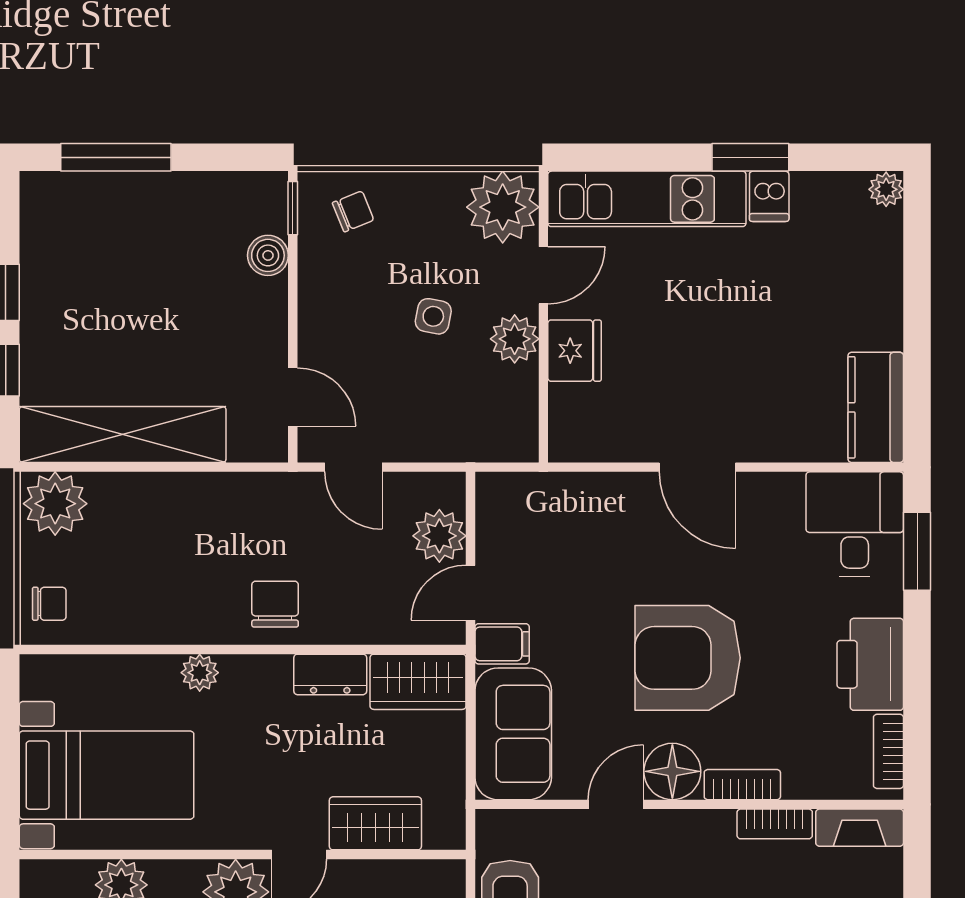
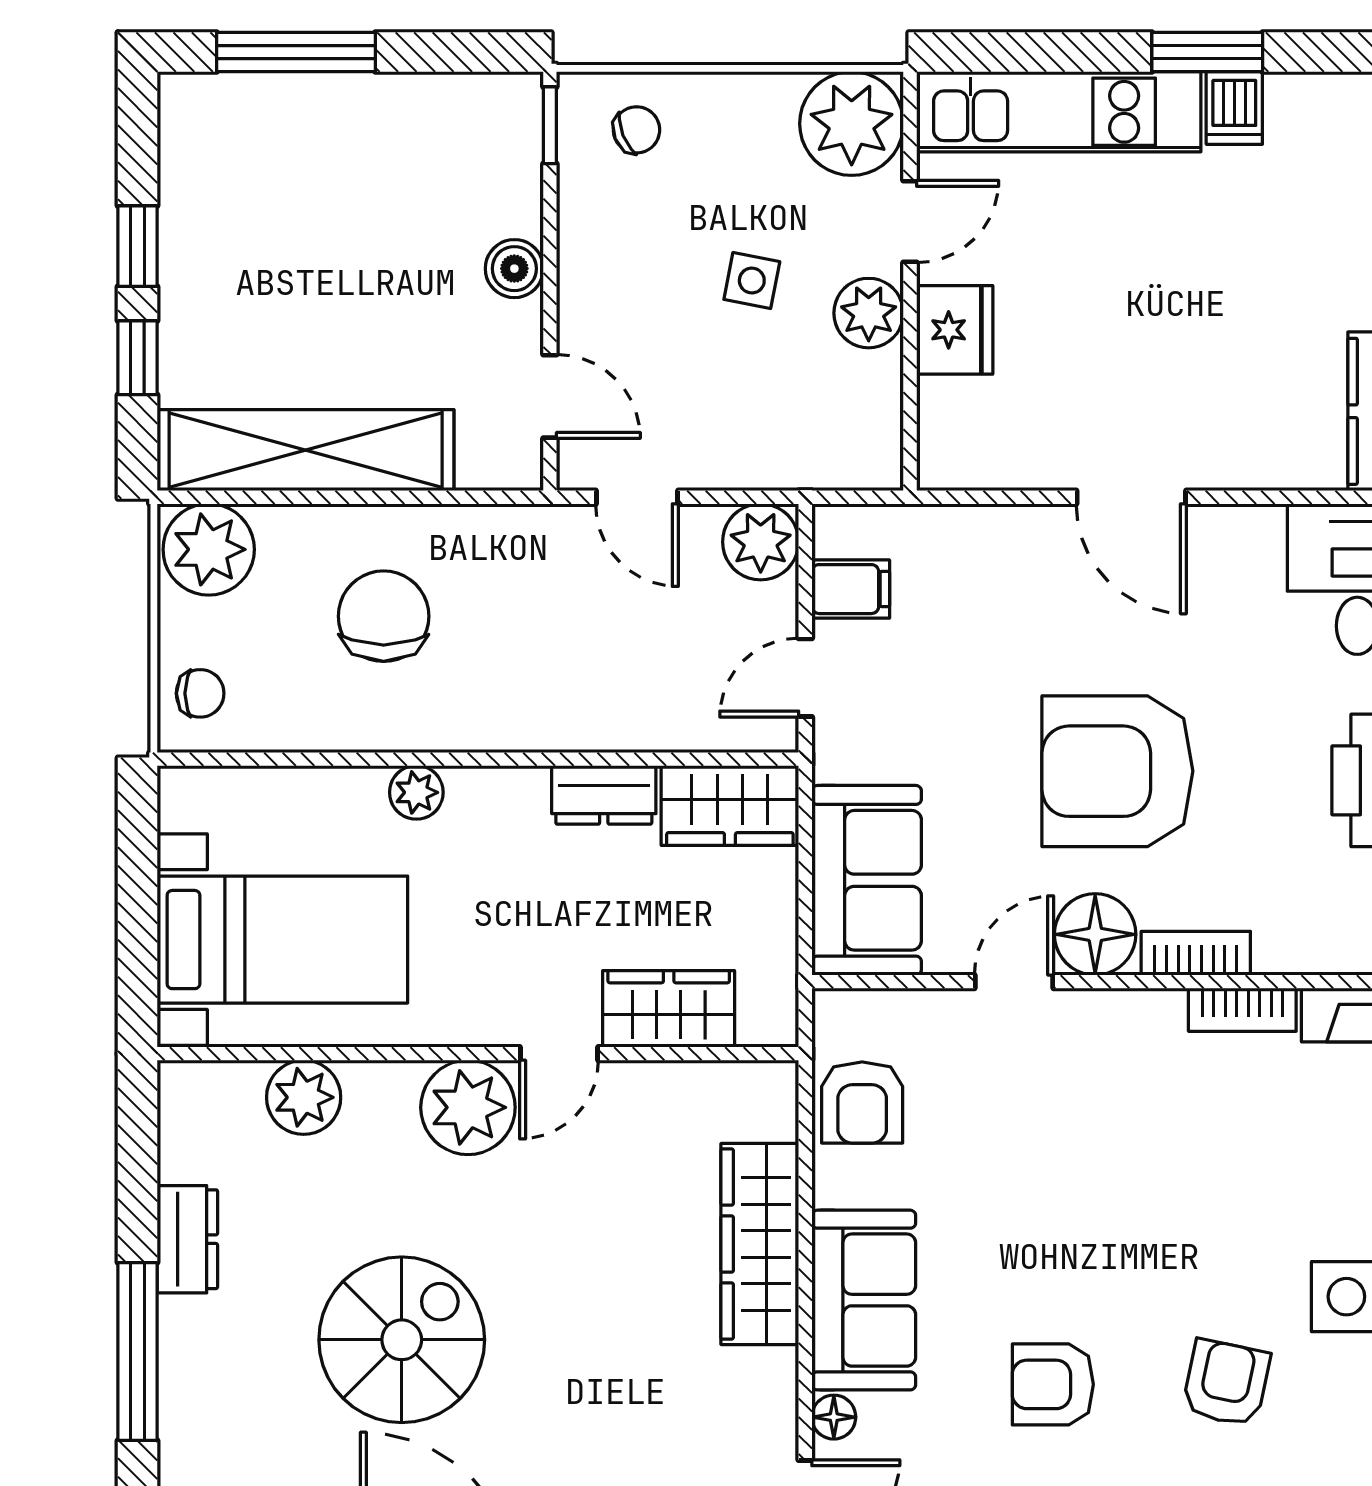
boiler: (268, 255) -> (514, 269), moved
plant: (439, 536) -> (761, 542), moved
chair: (275, 604) -> (384, 616), moved, width x1.37, depth x1.37
filing cabinet: (502, 644) -> (851, 589), moved

